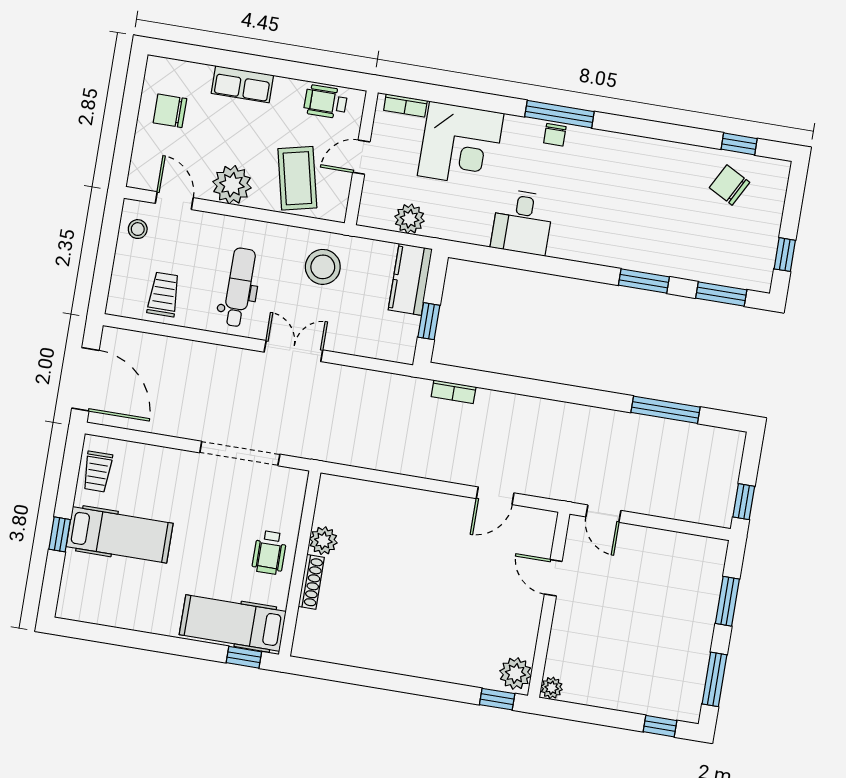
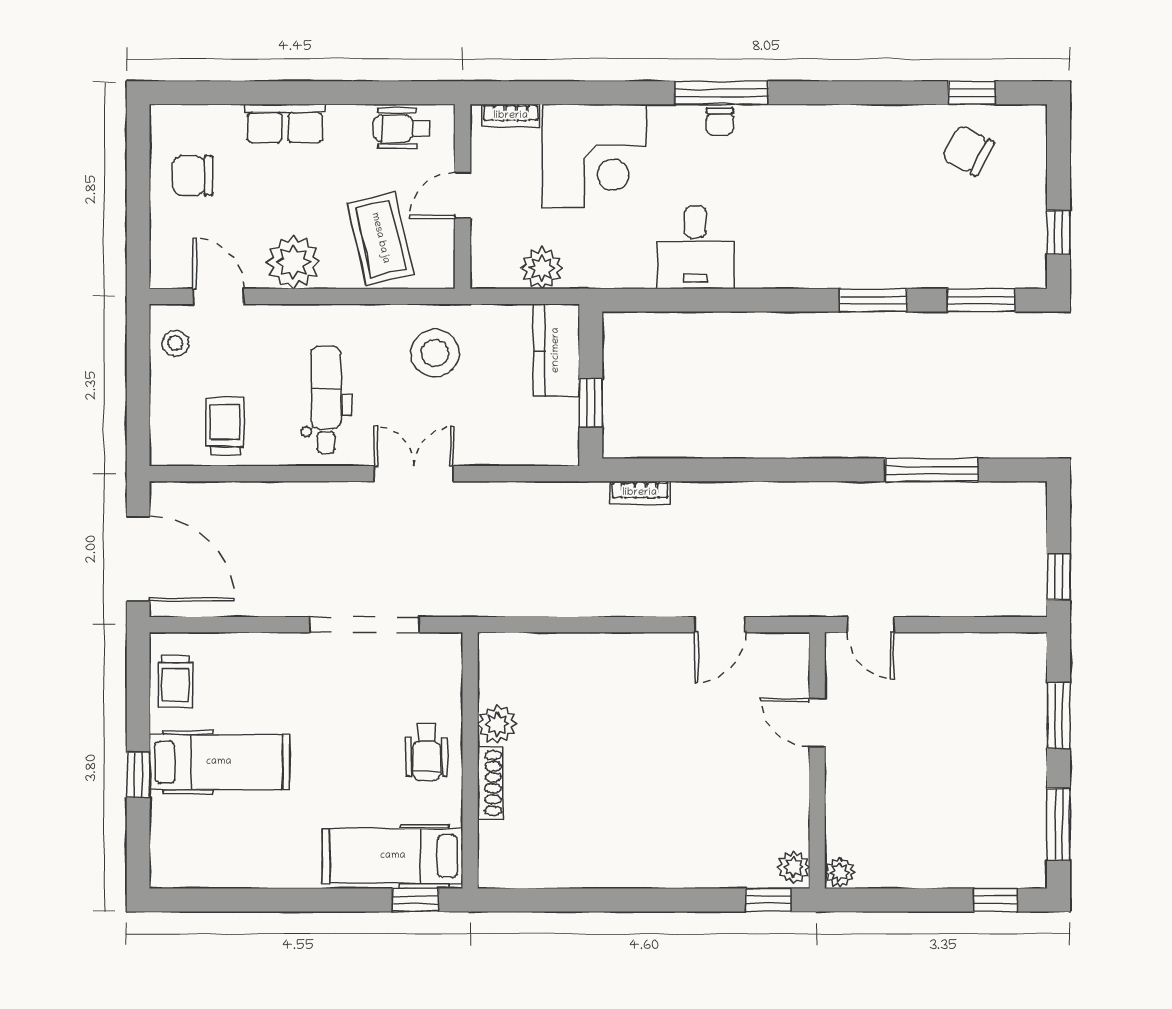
plant: (515, 673) -> (793, 867), width x0.73, depth x0.73

